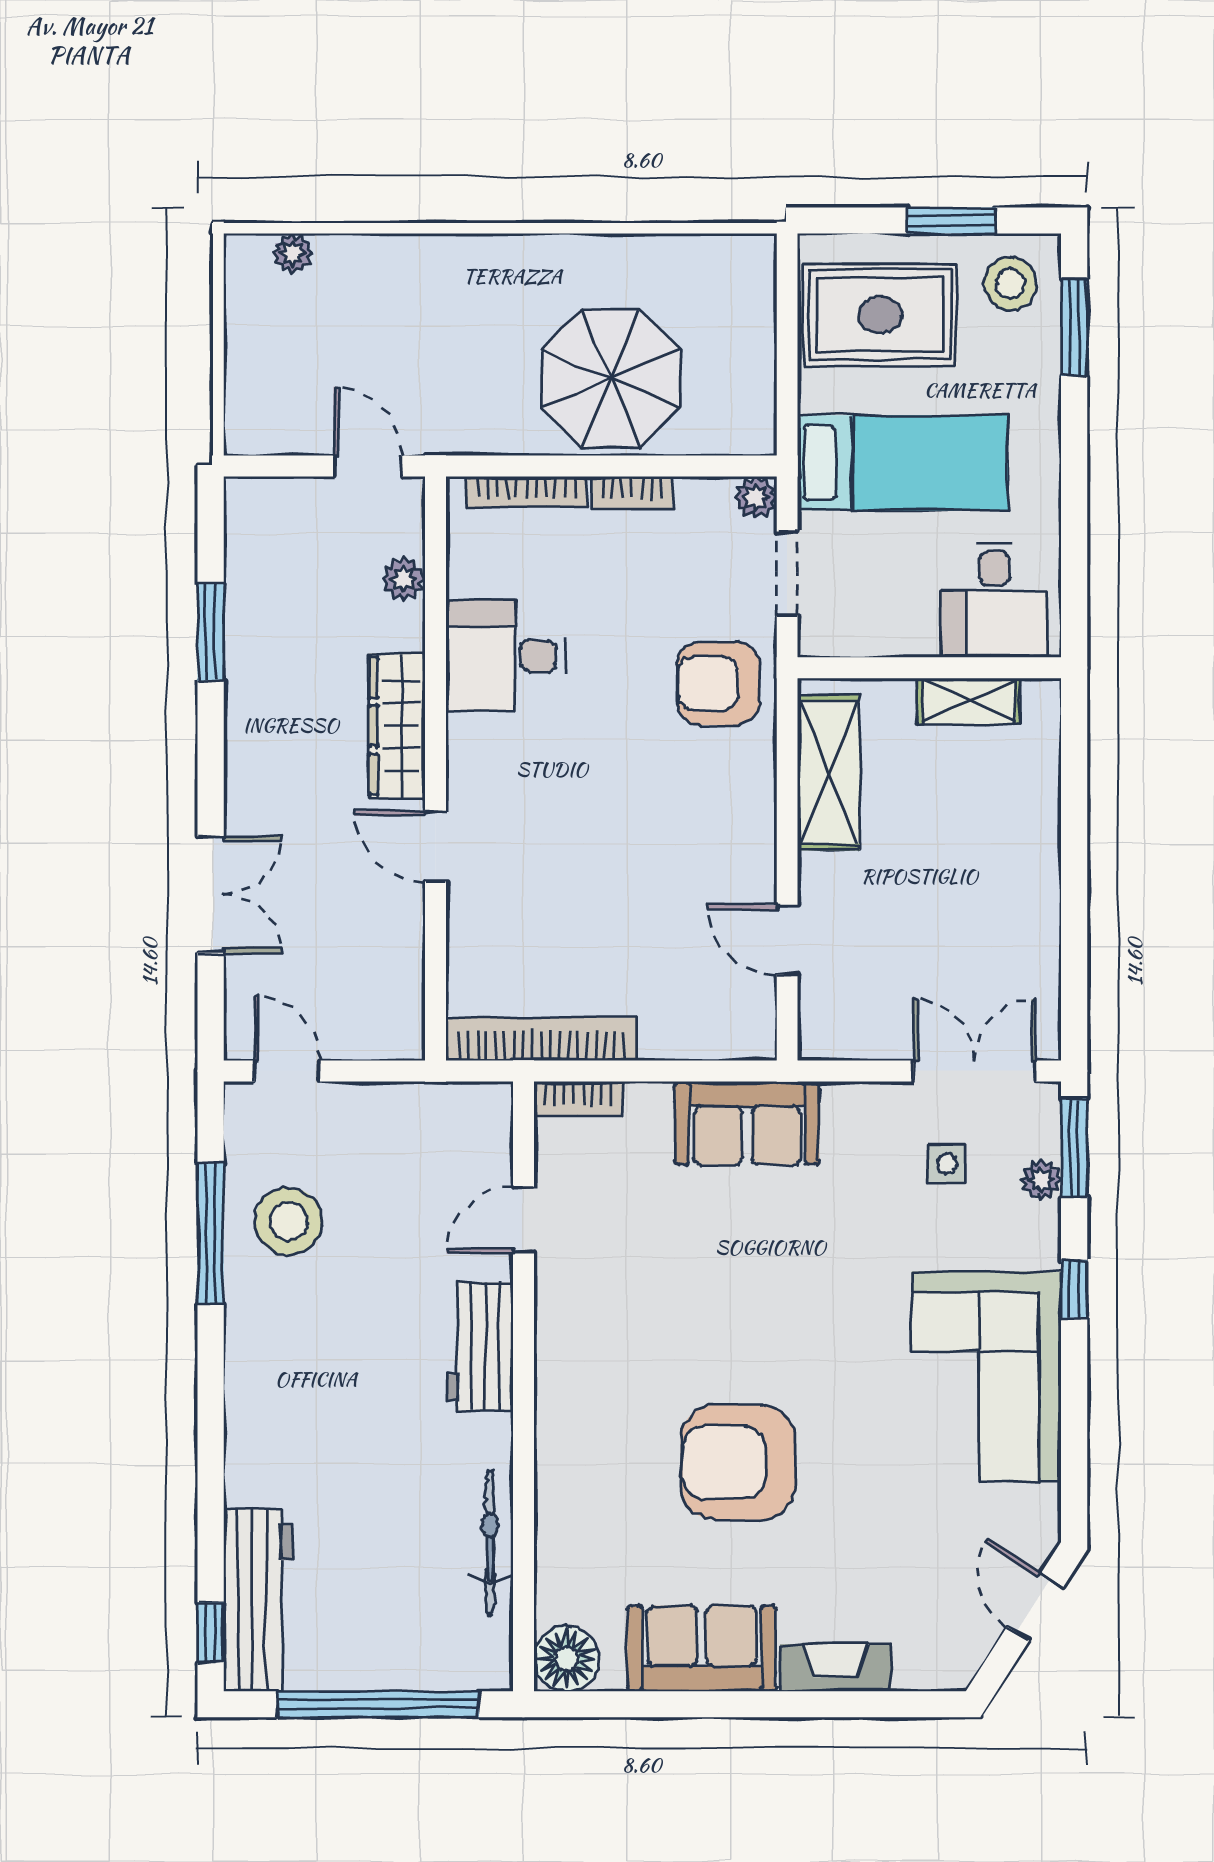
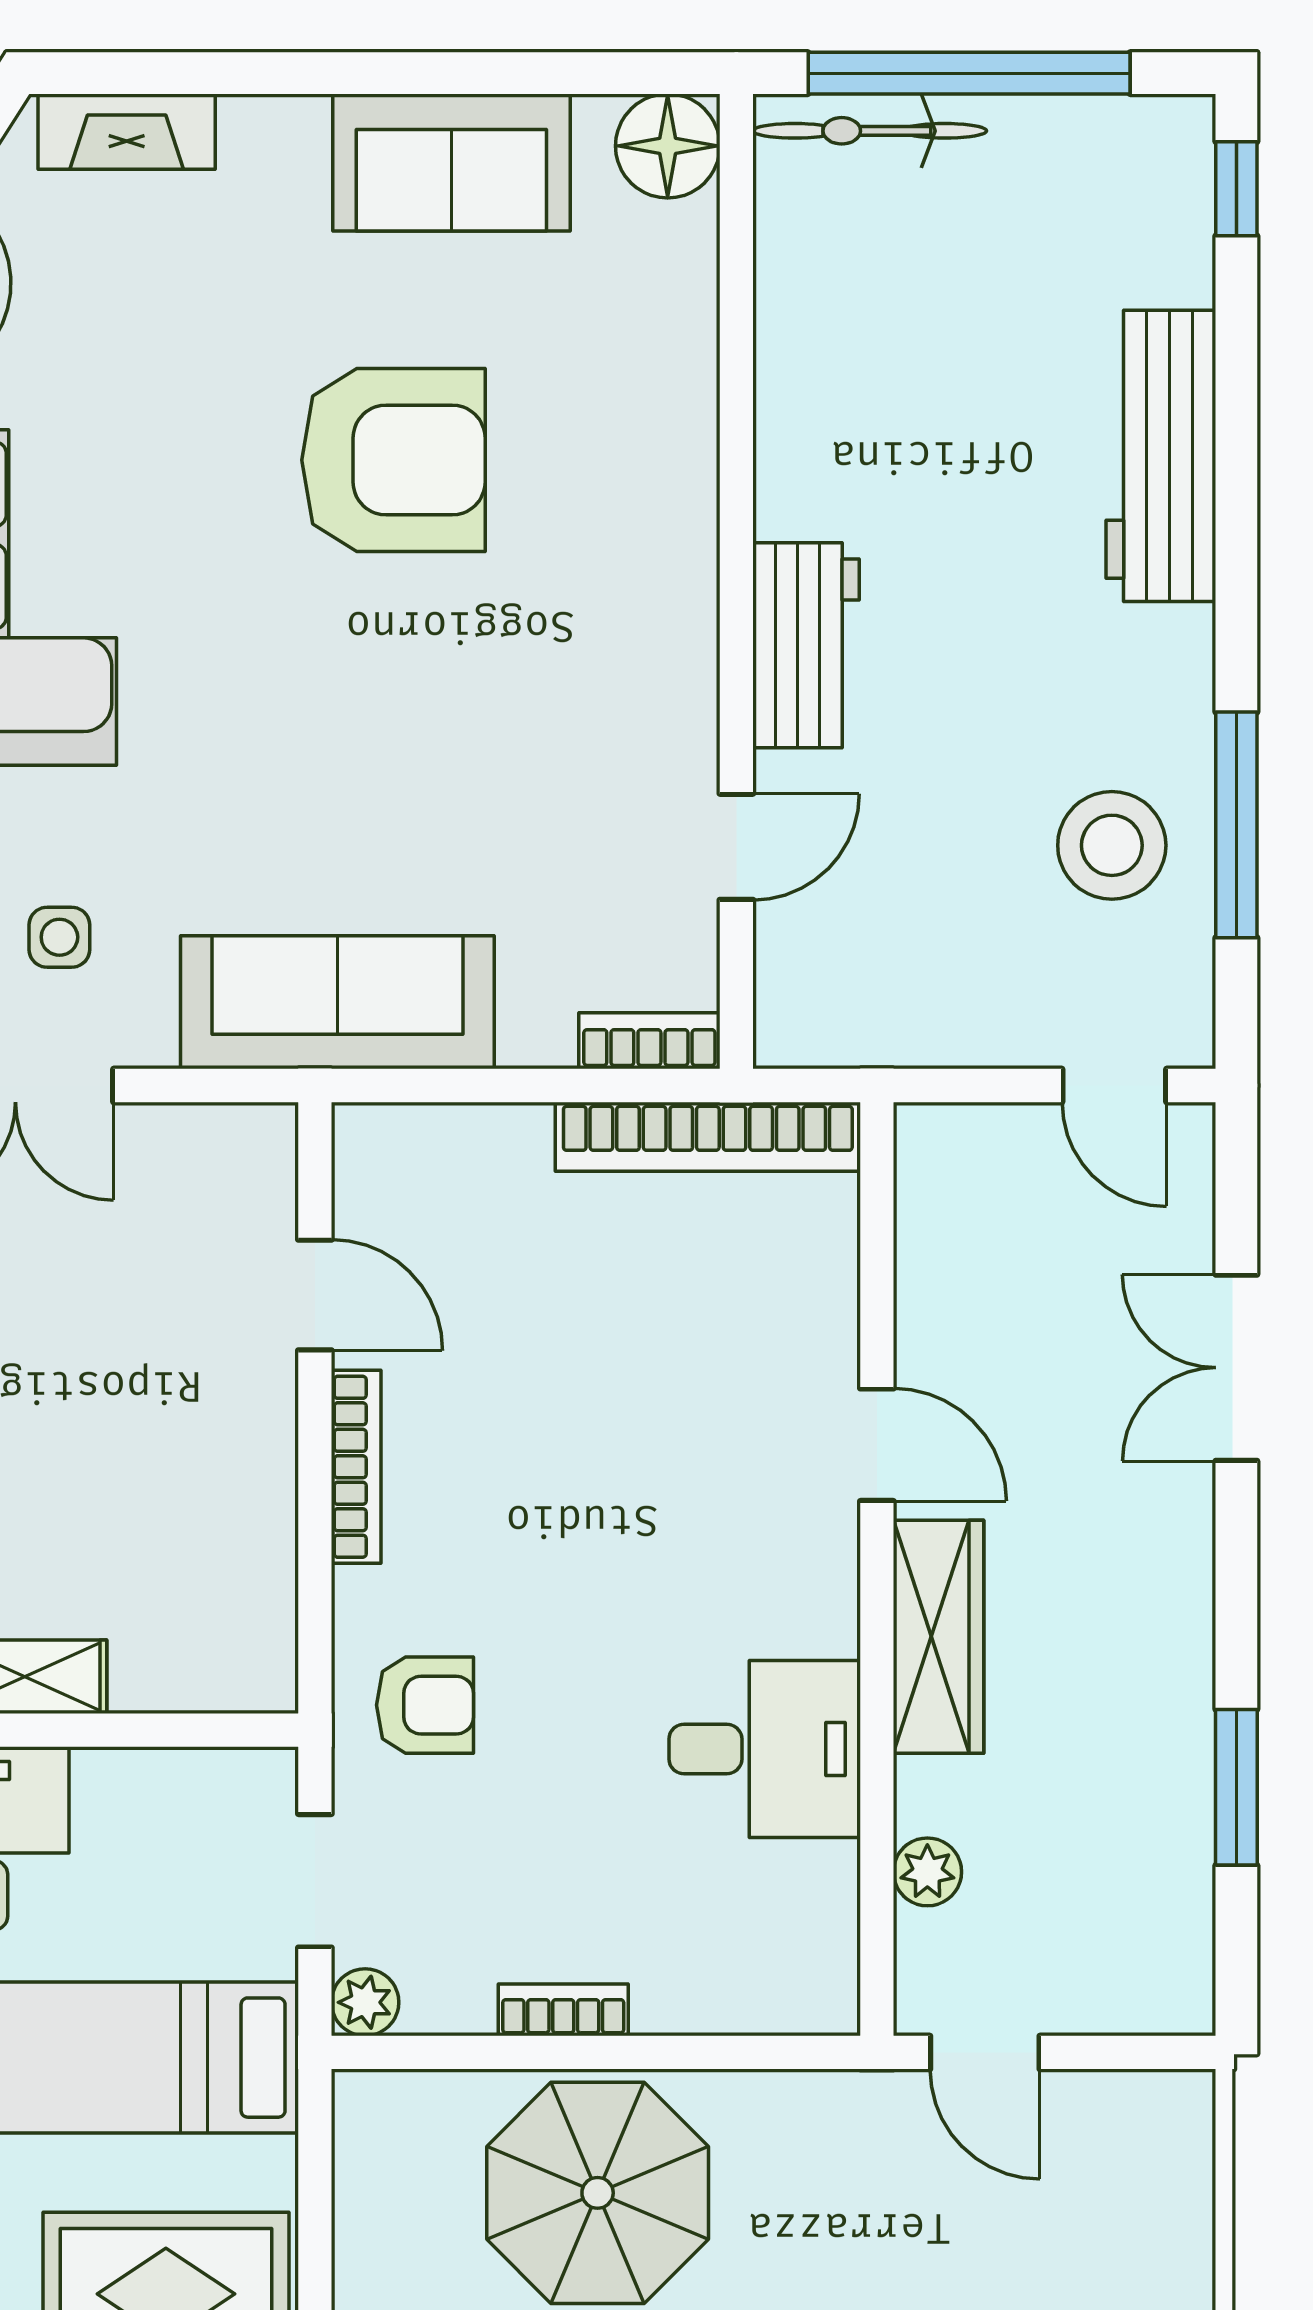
bookcase: (527, 492) -> (356, 1467), moved, turned 90
armchair: (718, 683) -> (425, 1705), width x0.72, depth x0.72
shelving: (829, 773) -> (249, 1563), removed
sofa: (747, 1123) -> (337, 1002), width x1.36
bicycle: (490, 1543) -> (870, 131), moved, turned 90
workbench: (258, 1600) -> (1161, 456), moved
fireplace: (836, 1668) -> (127, 132), moved

